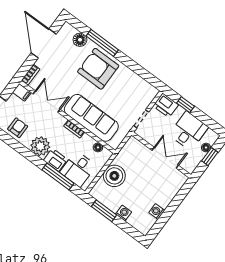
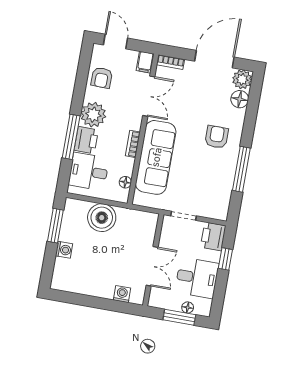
plant: (67, 31) -> (242, 79), added
window: (102, 43) -> (241, 169), moved
armchair: (98, 69) -> (217, 137), width x0.53, depth x0.53
armchair: (18, 128) -> (102, 78), turned 91
window: (210, 157) -> (179, 317), width x1.50
window: (58, 177) -> (71, 137), moved
washing machine: (157, 212) -> (122, 294), moved

